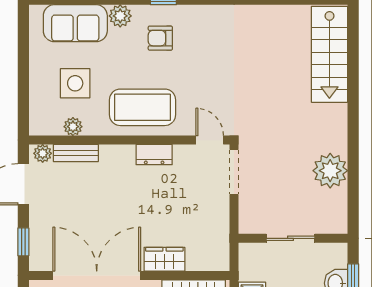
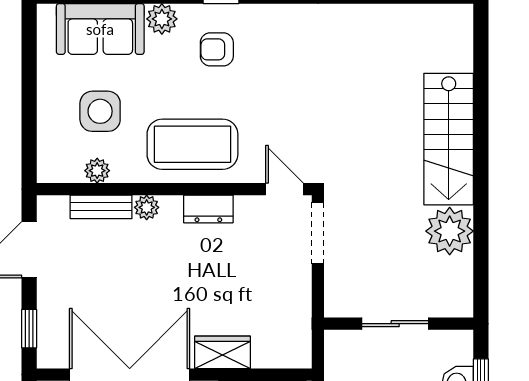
stairs: (329, 54) -> (449, 139), moved
plant: (43, 153) -> (147, 207), moved

